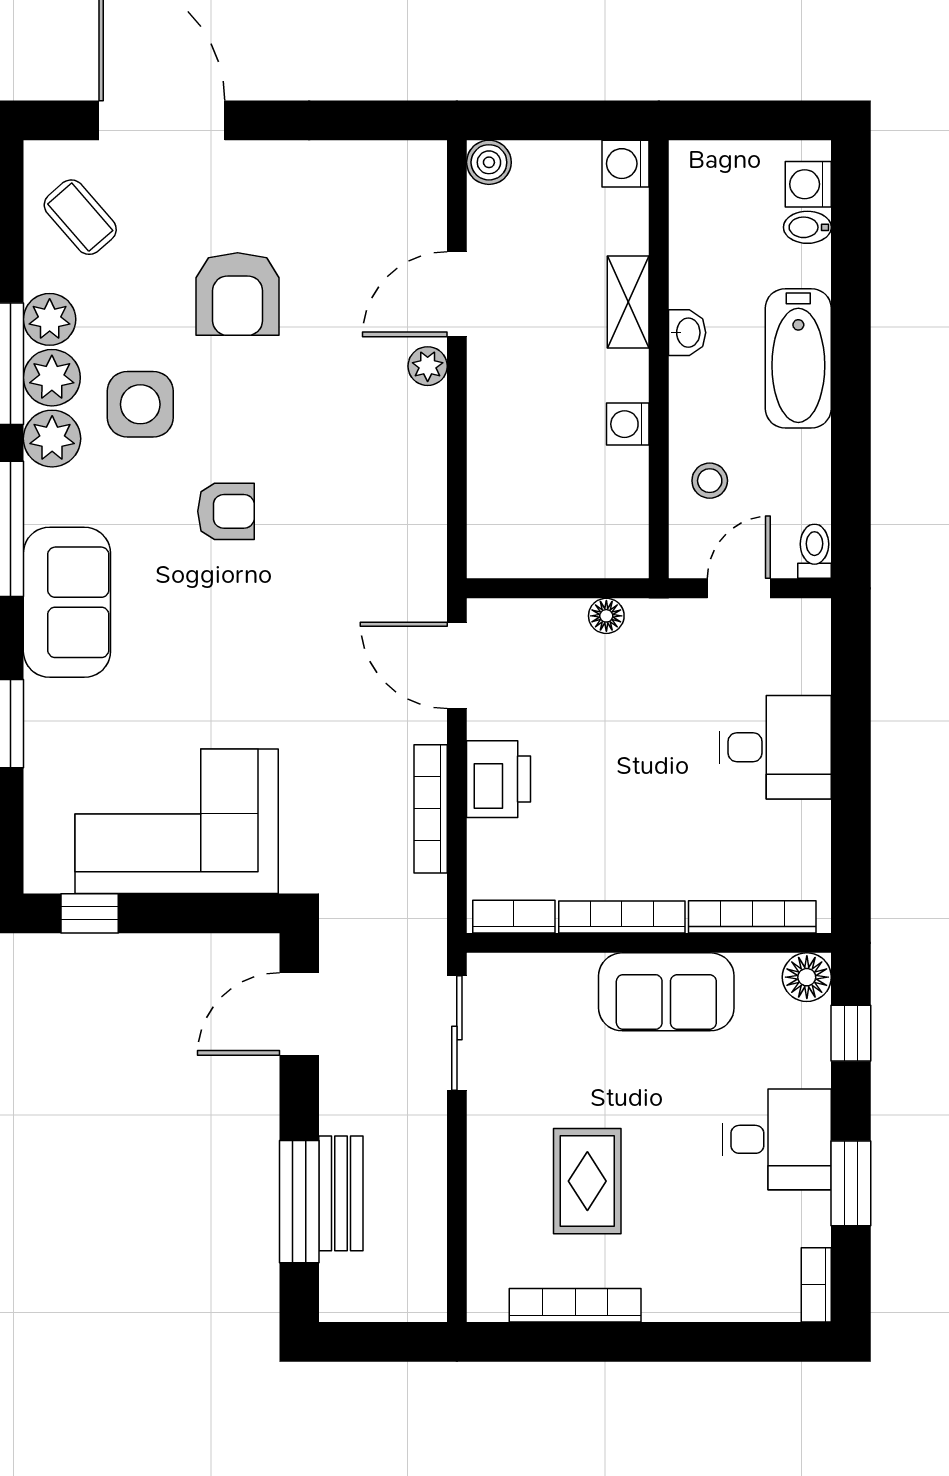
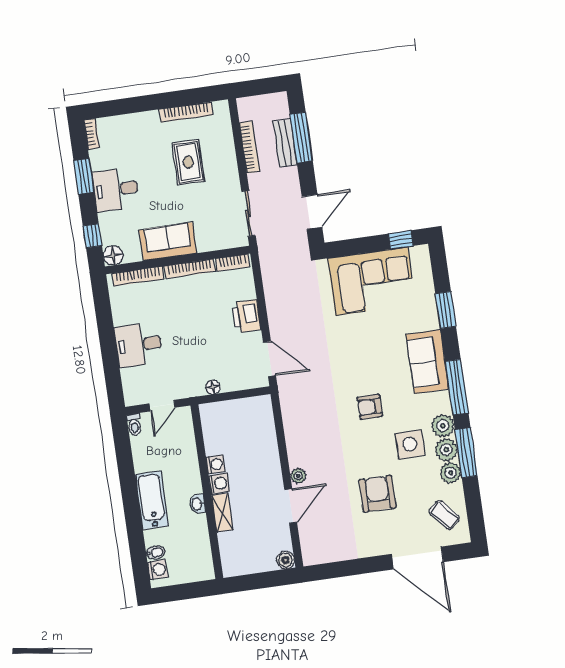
washing machine: (625, 164) -> (219, 483), moved
stool: (710, 481) -> (180, 447), removed
bookcase: (431, 809) -> (250, 147), moved

